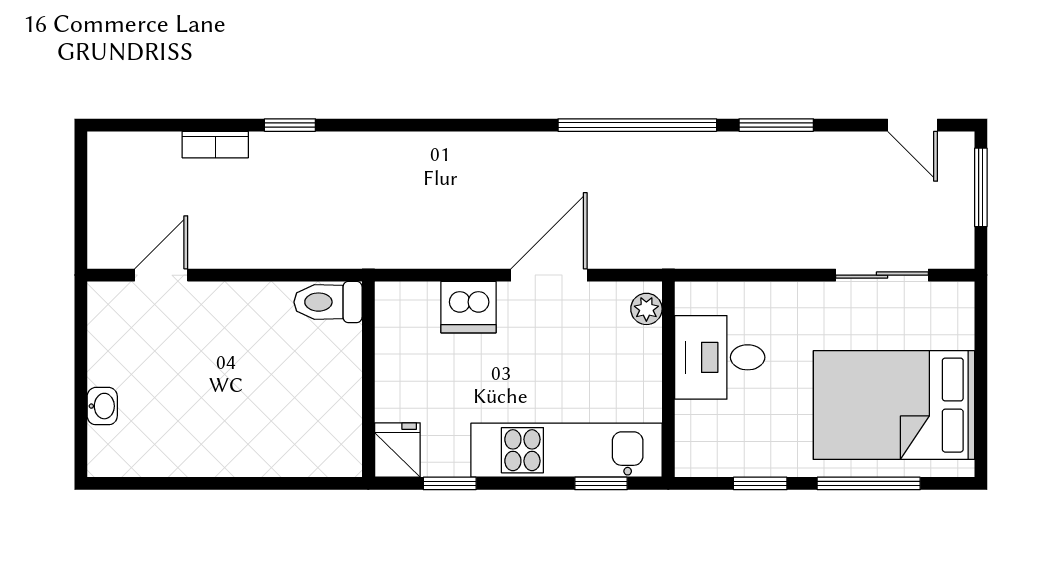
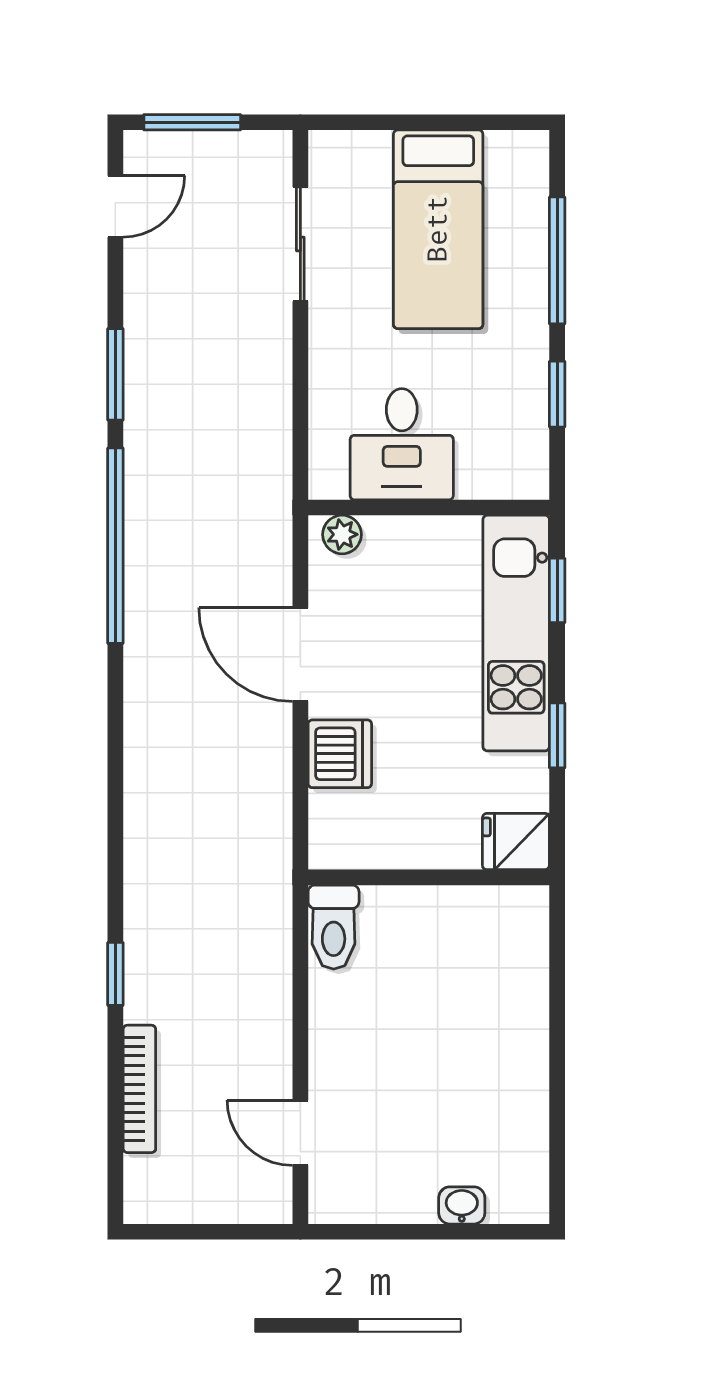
bookcase: (215, 145) -> (139, 1089), width x1.56
bed: (894, 405) -> (438, 229), width x0.67
window: (450, 483) -> (557, 735), moved

